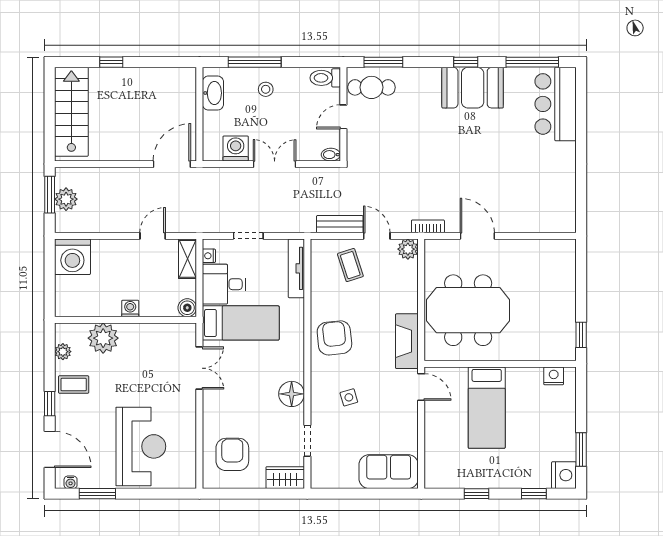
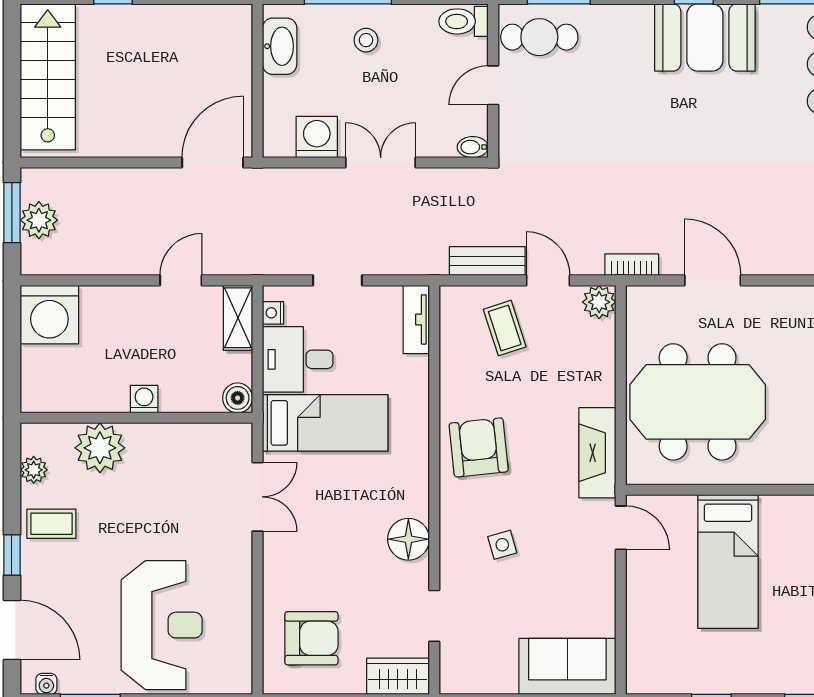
tv unit: (296, 268) -> (416, 319), width x0.71
armchair: (232, 454) -> (311, 638), turned 90

